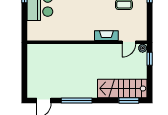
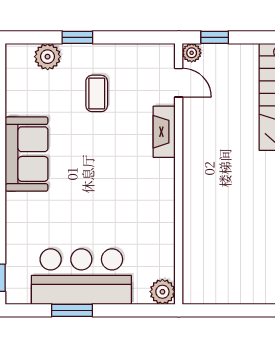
plant: (33, 35) -> (162, 292), added

